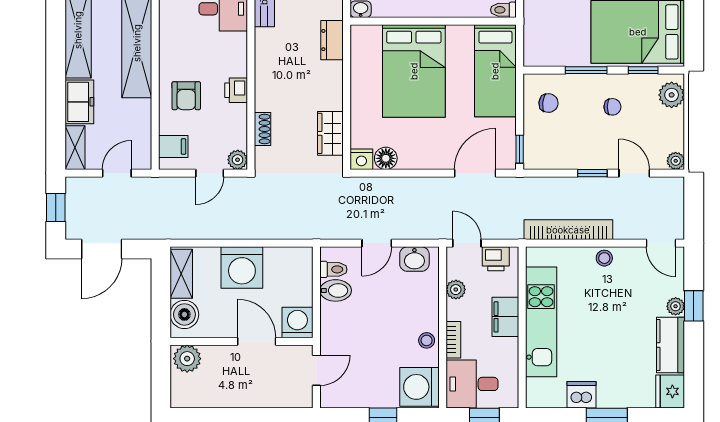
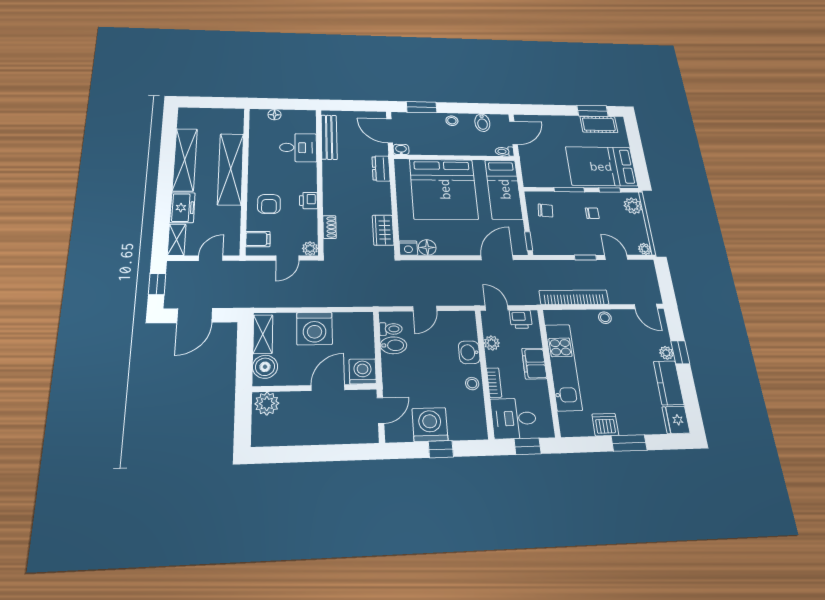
bed: (414, 71) -> (444, 189), width x1.36
washbasin: (414, 259) -> (469, 352), moved, turned 90
door: (257, 341) -> (328, 388), hinge flipped
washing machine: (419, 387) -> (430, 425), moved, turned 90

